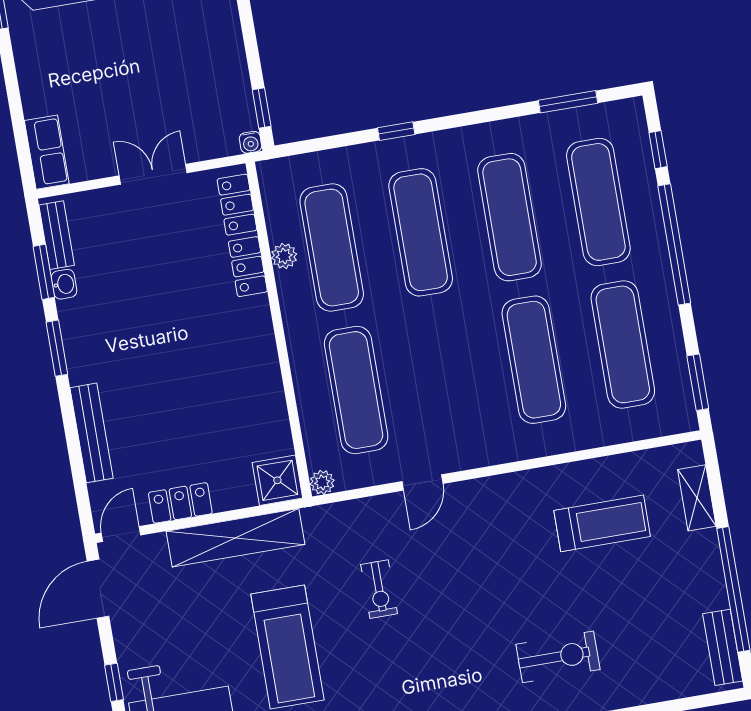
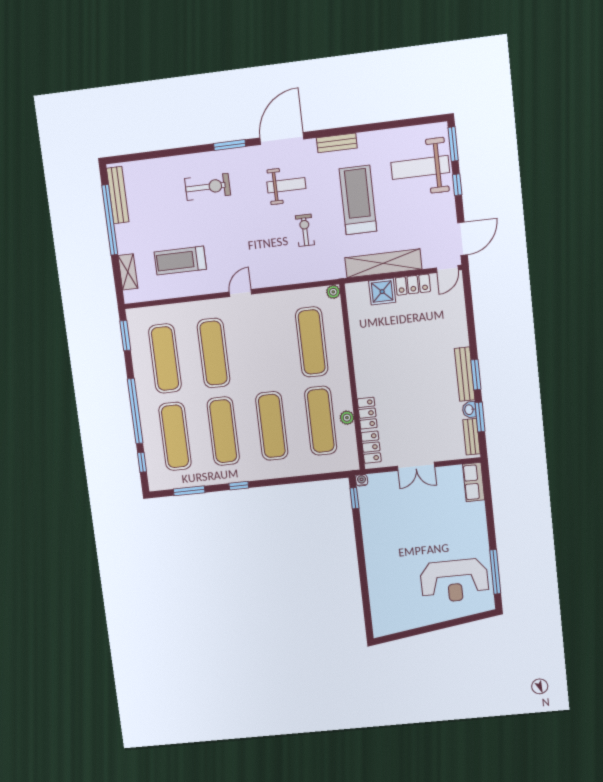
window: (396, 131) -> (239, 486), moved
bench: (91, 433) -> (465, 374), moved
shower: (277, 480) -> (382, 292), moved
door: (422, 483) -> (240, 293), moved
bench: (723, 647) -> (118, 195), width x1.36
exercise bike: (558, 657) -> (208, 187), turned 180
weight bench: (417, 667) -> (286, 185), added

